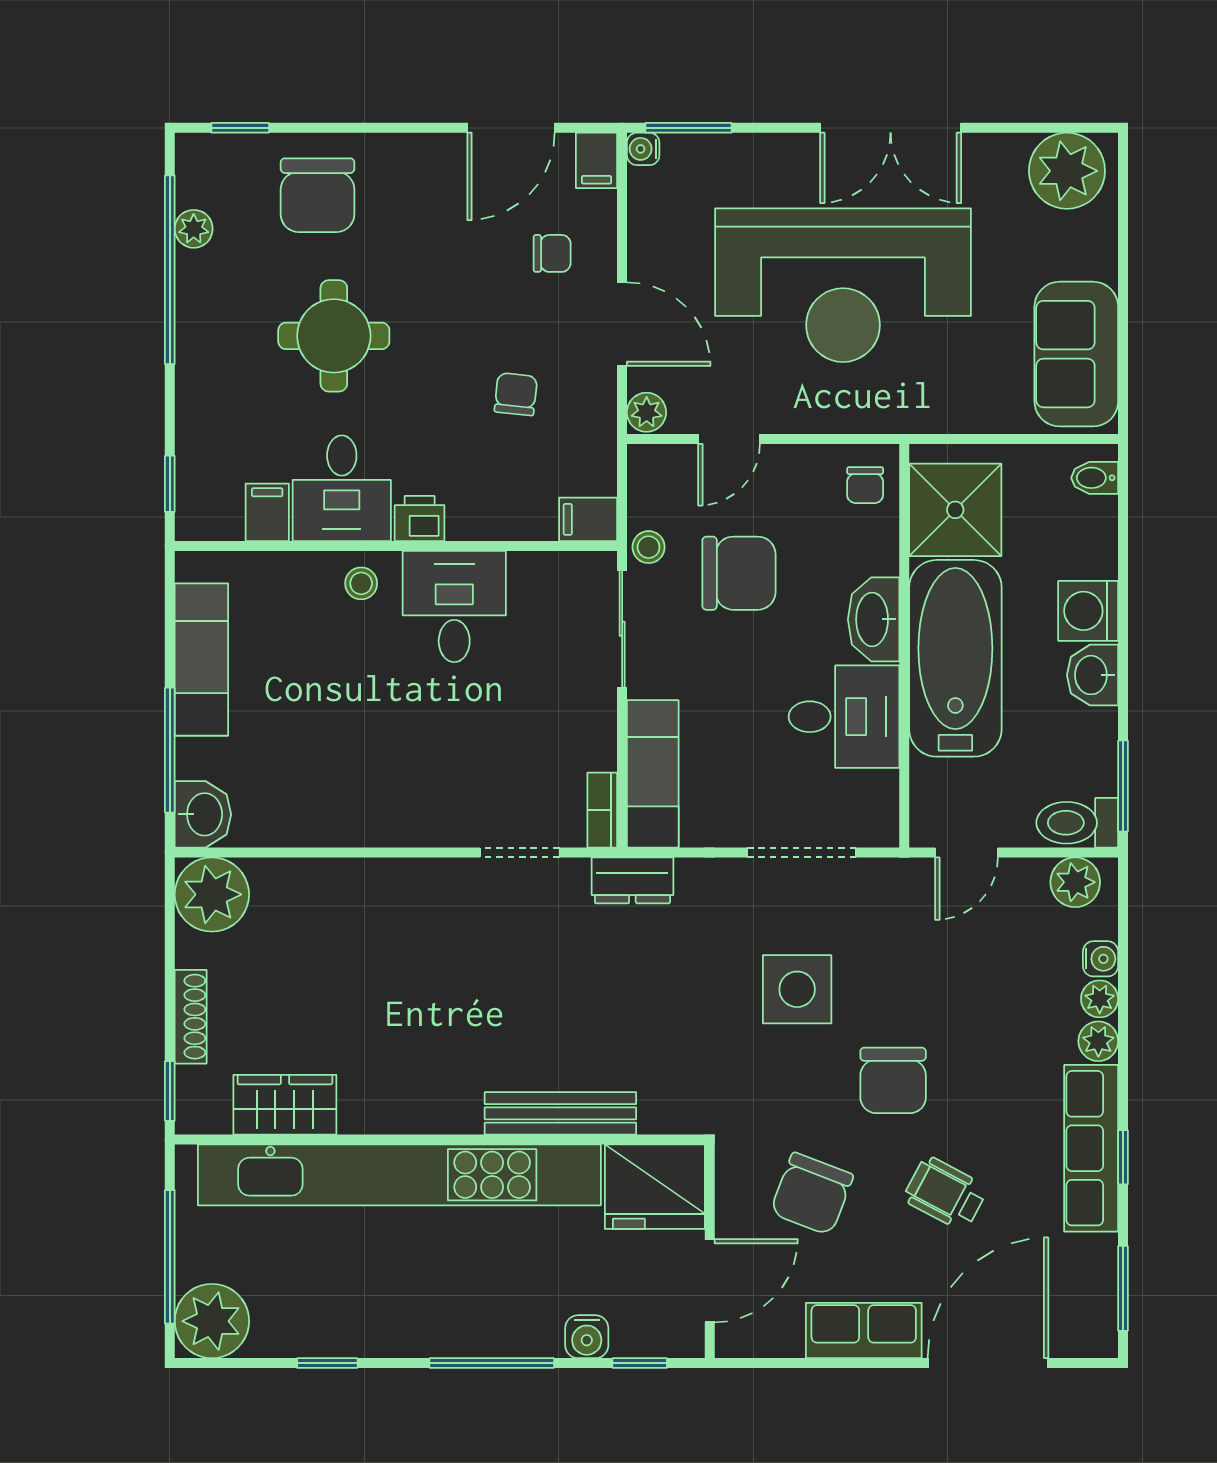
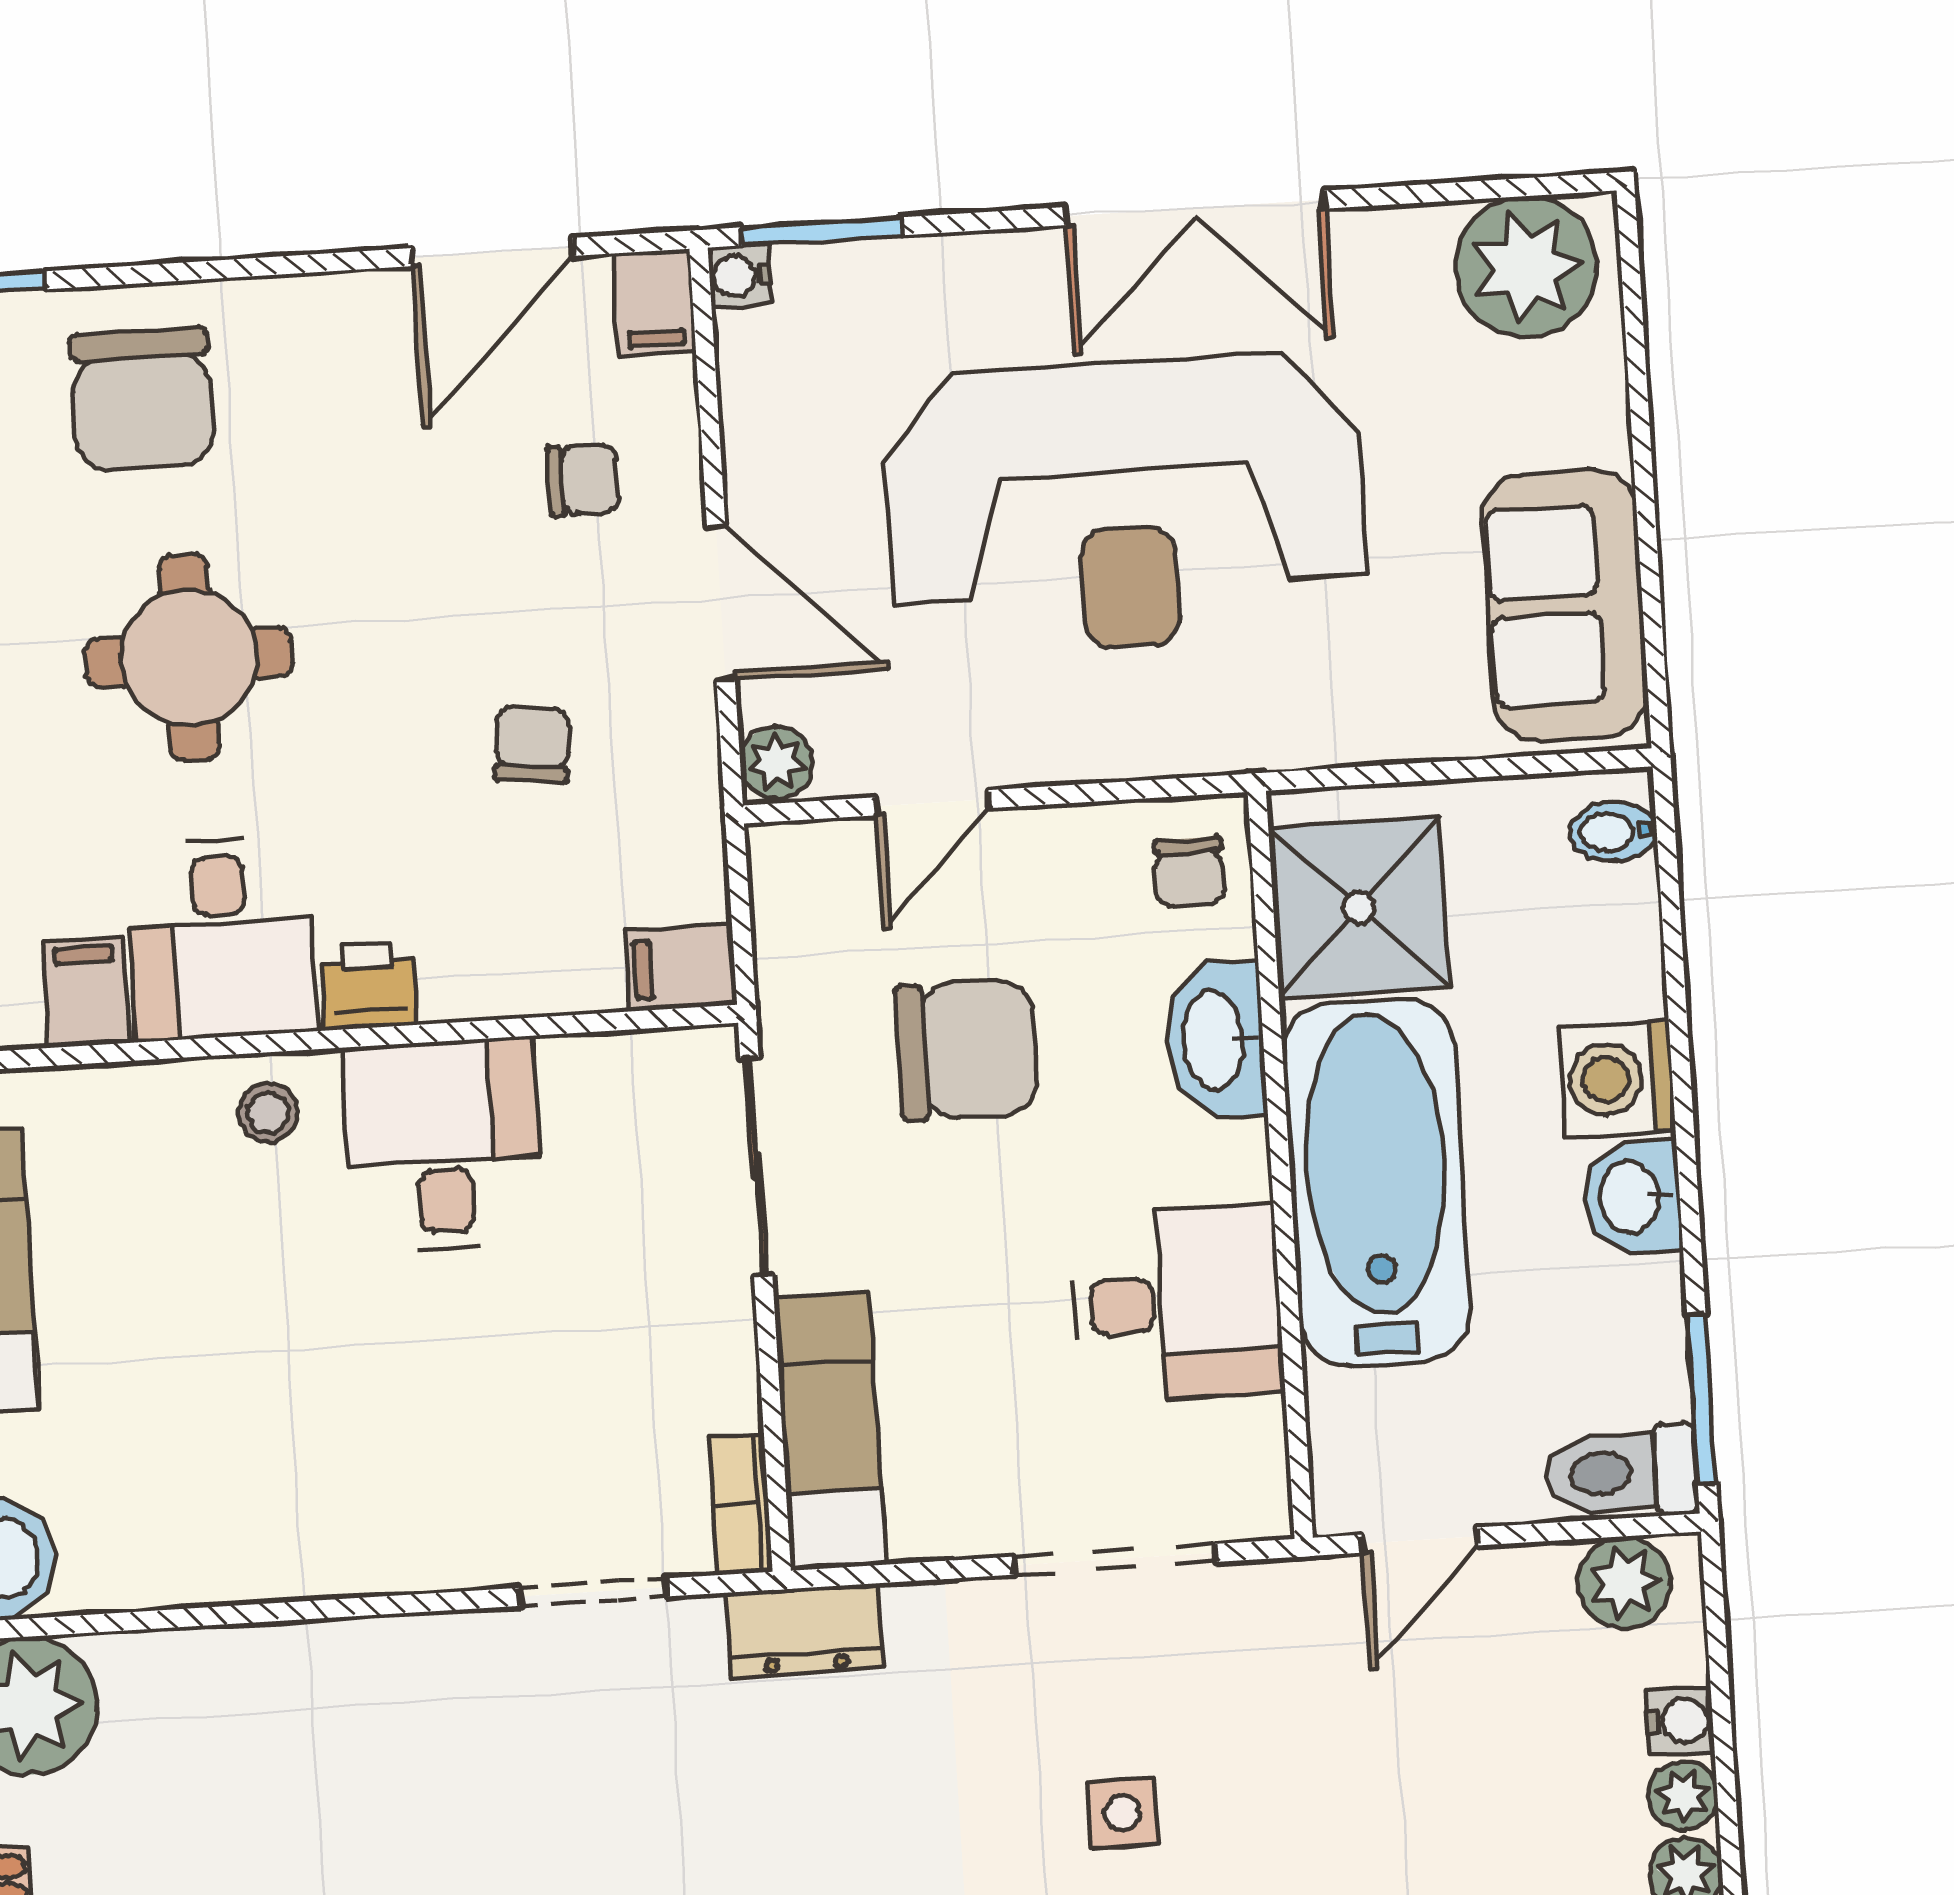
stool: (649, 547) -> (796, 1012), removed
washbasin: (874, 619) -> (1216, 1040), moved
side table: (797, 989) -> (1122, 1813), width x0.54, depth x0.54

